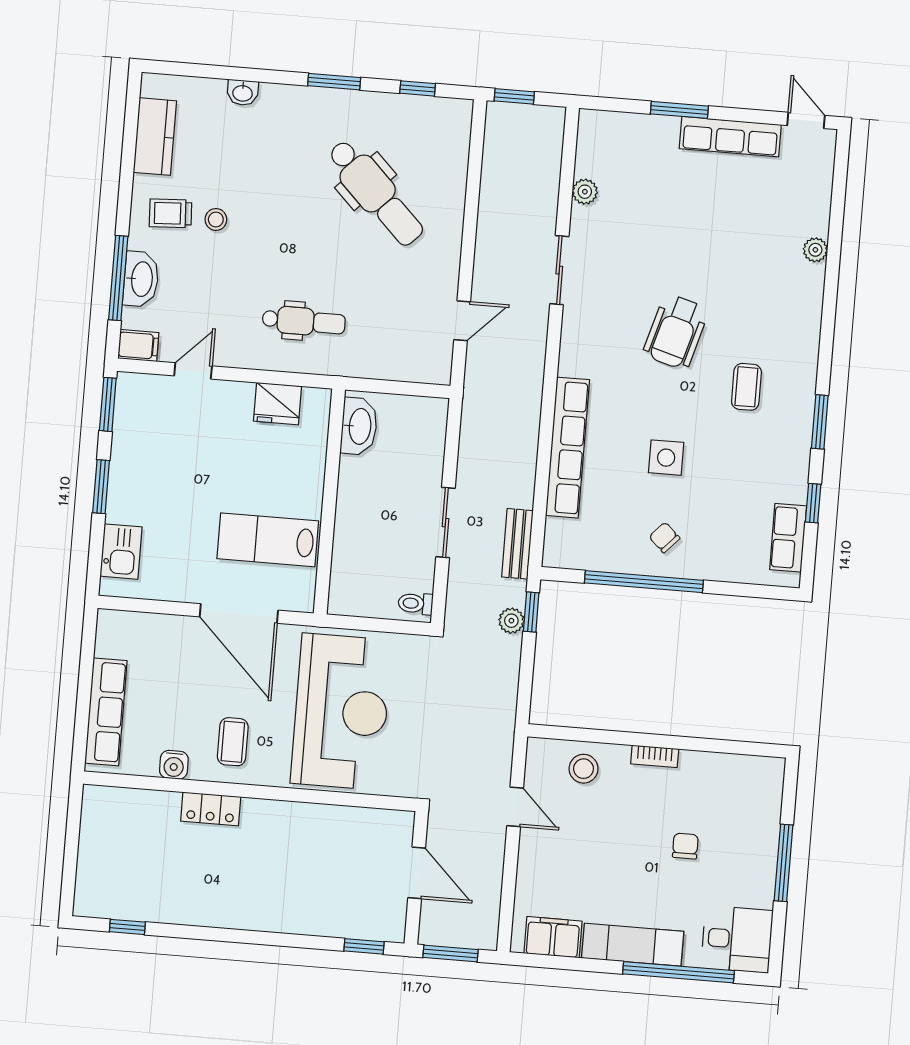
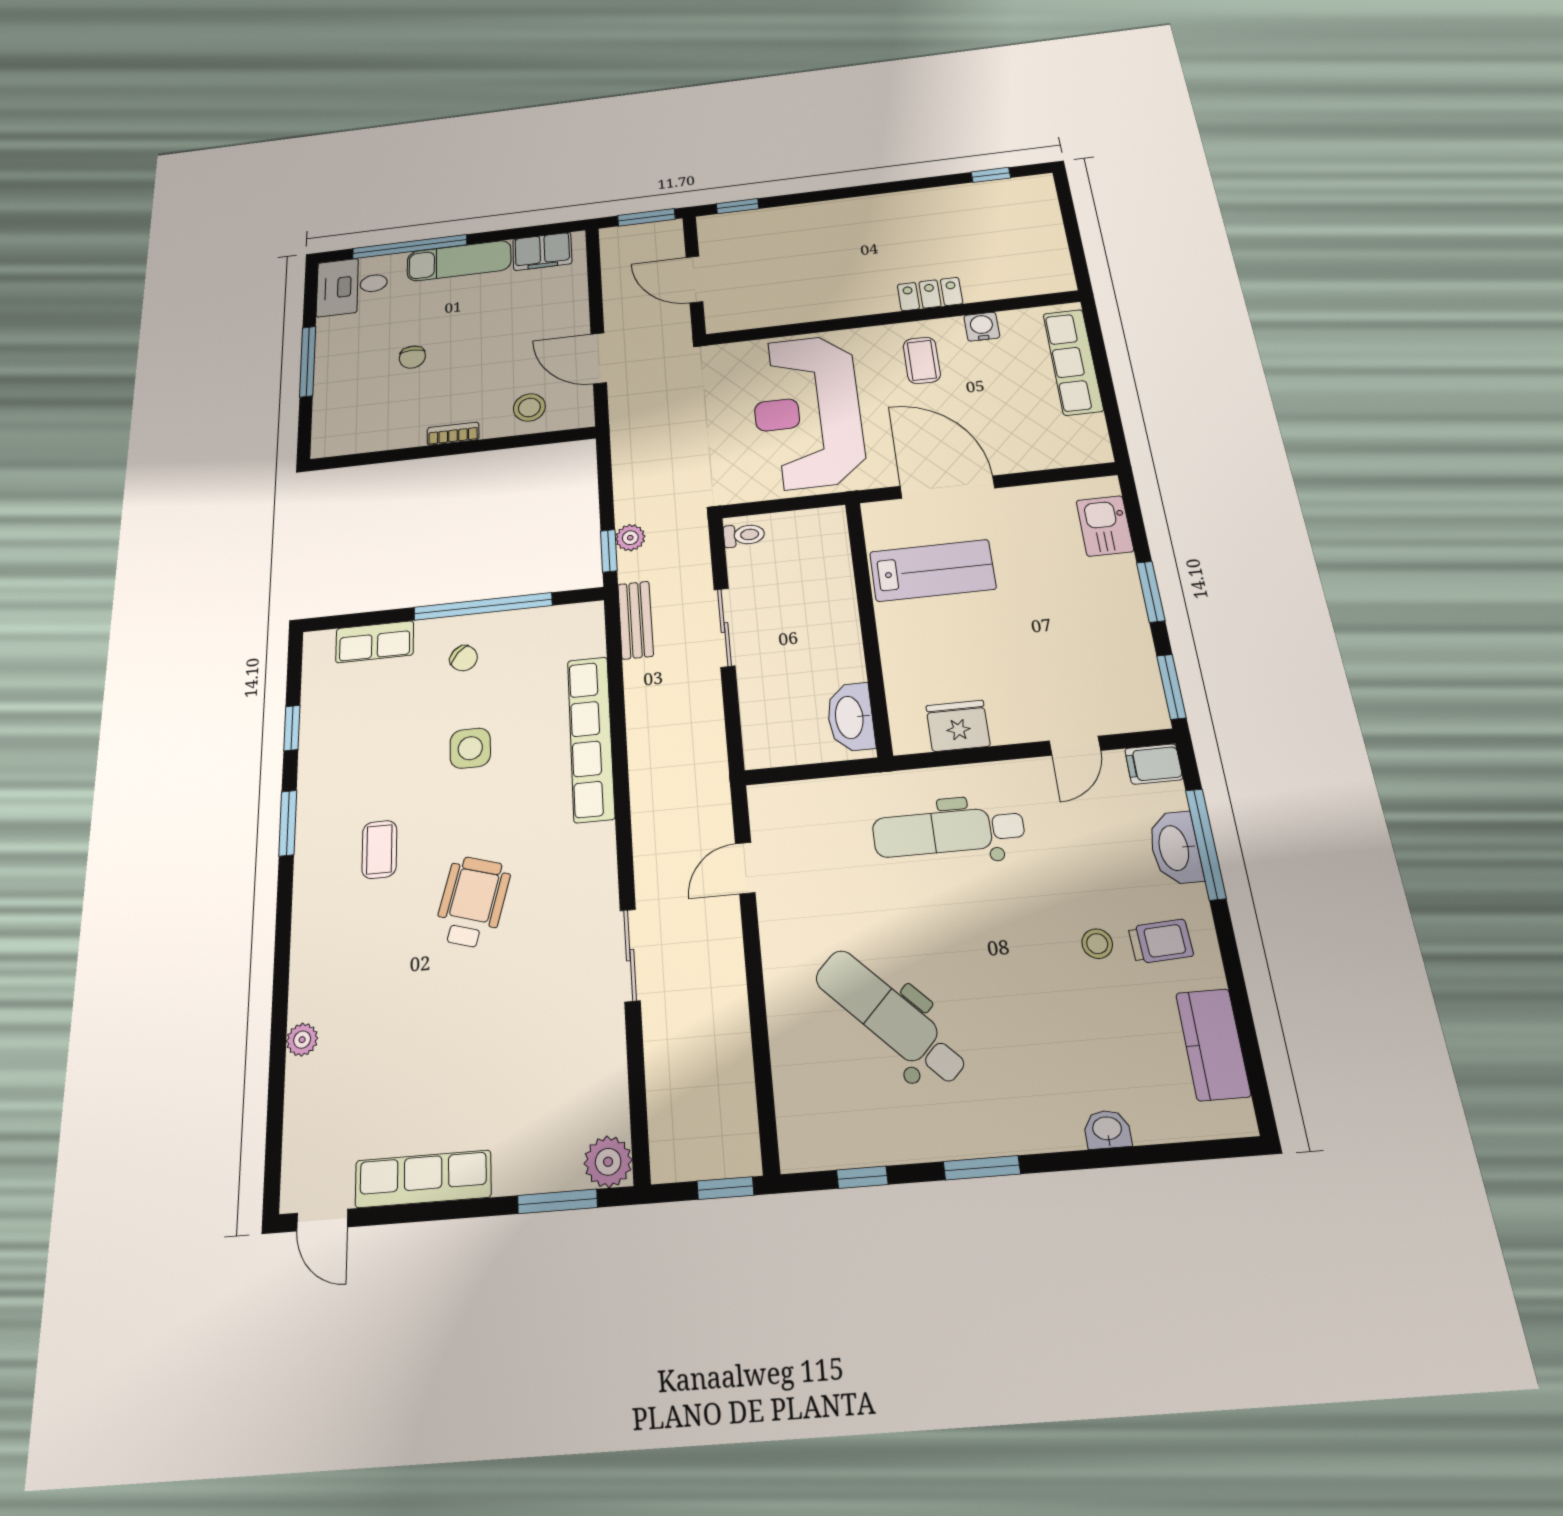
window: (679, 110) -> (557, 1201), moved
plant: (585, 192) -> (608, 1162), moved, width x1.38, depth x1.38
dental chair: (304, 321) -> (948, 832), width x1.36, depth x1.38
row of seats: (788, 538) -> (375, 642), moved, turned 90
door: (515, 807) -> (599, 358), width x1.38

